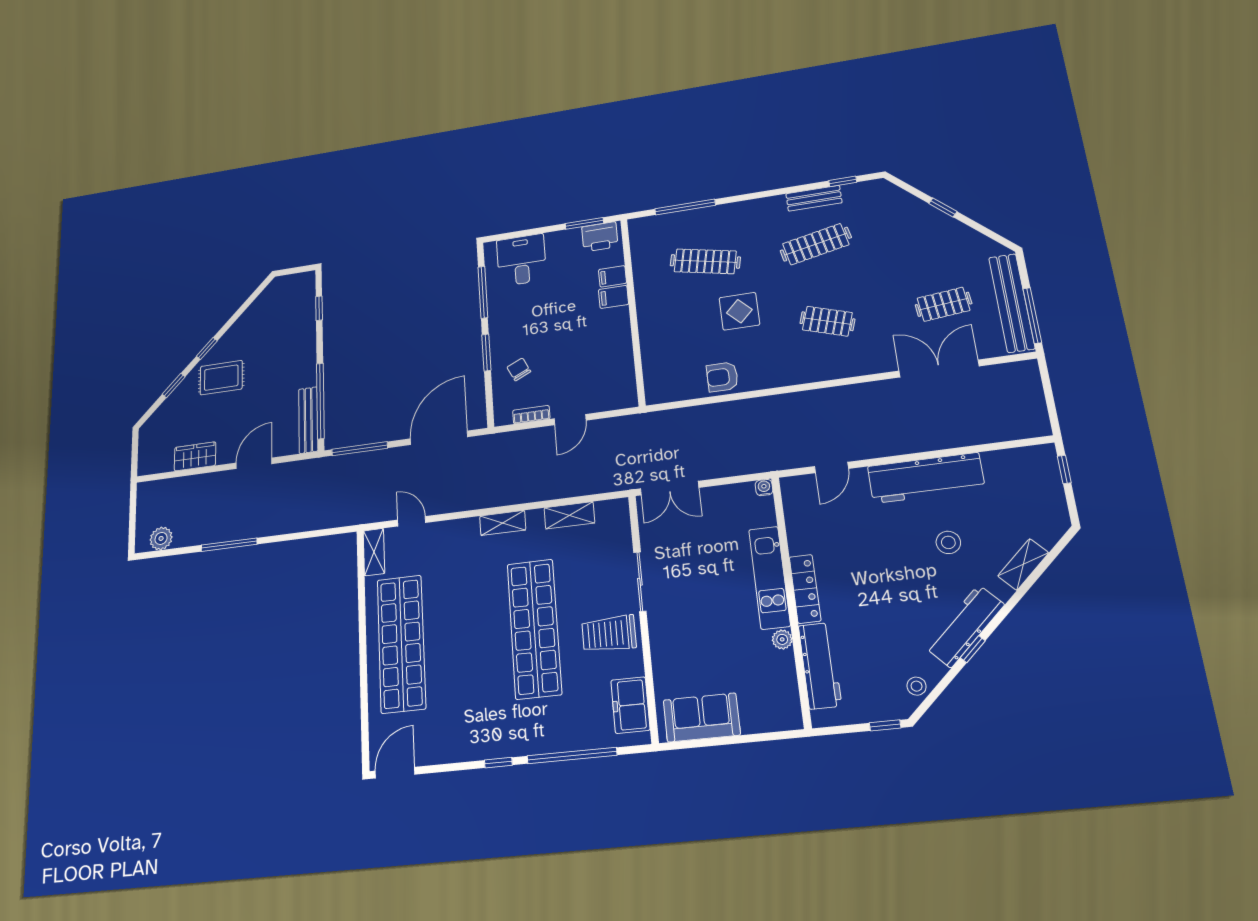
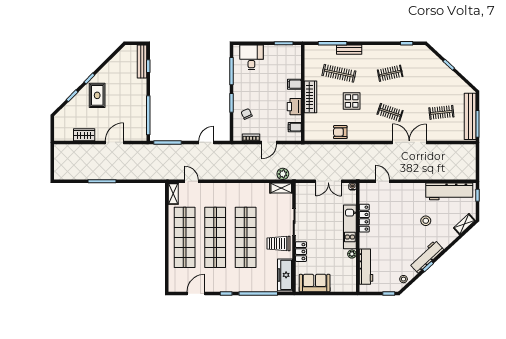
bench: (814, 198) -> (349, 50), moved
printer: (600, 237) -> (294, 107), moved, turned 90
clothes rail: (816, 244) -> (390, 73), width x0.73
filing cabinet: (613, 276) -> (295, 127), moved
wardrobe: (650, 316) -> (310, 97), added
double door: (939, 369) -> (409, 142), moved
rug: (221, 378) -> (97, 95), turned 90
bench: (308, 420) -> (142, 61), moved
door: (439, 438) -> (206, 142), width x0.53
door: (831, 467) -> (382, 181), swing flipped
workbench: (926, 478) -> (449, 191), moved
double door: (670, 488) -> (328, 181), moved
shelving: (569, 515) -> (281, 188), moved
shelving: (503, 523) -> (234, 188), removed
plant: (161, 538) -> (283, 174), moved
shelving: (1023, 564) -> (464, 224), moved
locker: (805, 589) -> (364, 218), moved
shop shelf: (467, 636) -> (215, 237), added
locker: (662, 647) -> (301, 252), added
freezer: (630, 705) -> (285, 275), width x1.40
door: (395, 773) -> (196, 294), moved

